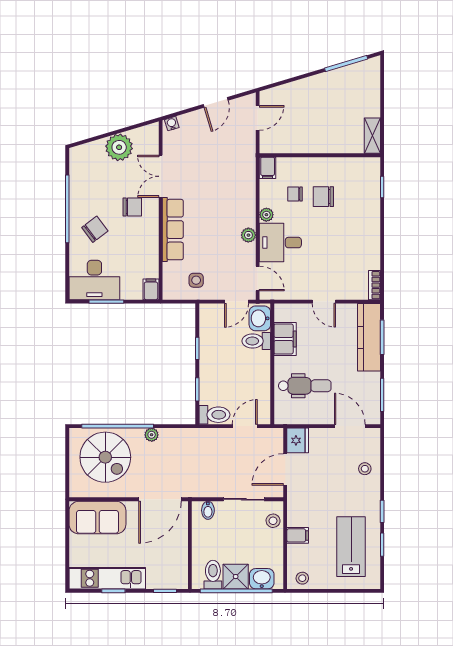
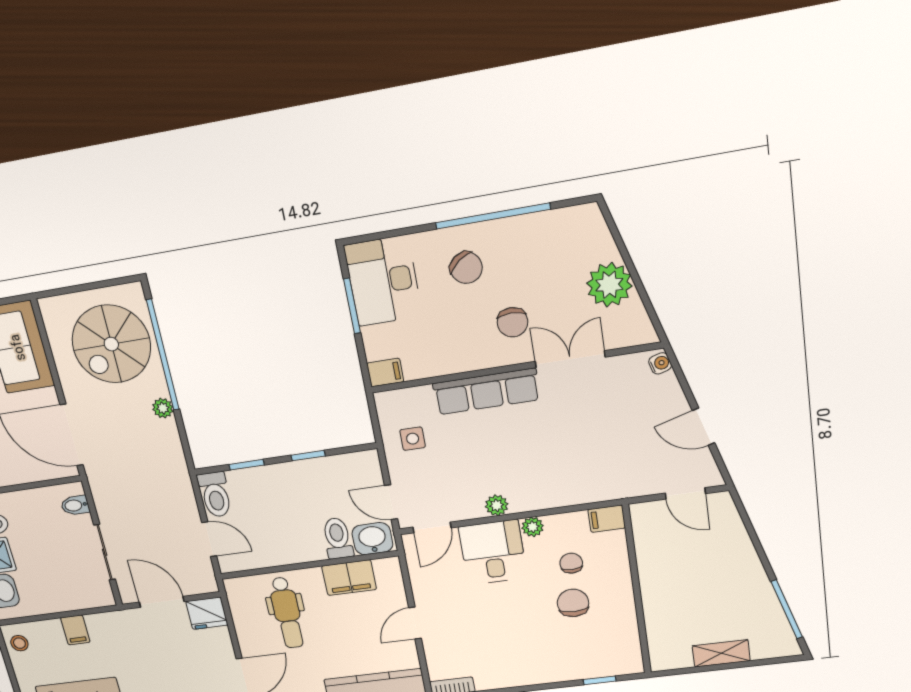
shelving: (372, 136) -> (721, 653), moved
stool: (273, 521) -> (86, 595), removed

